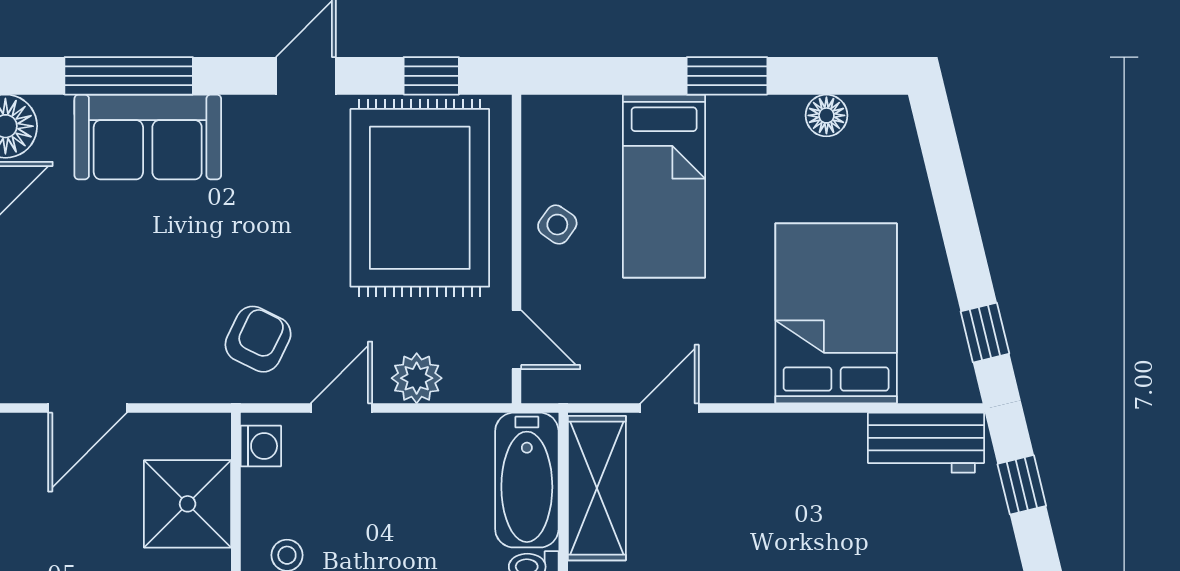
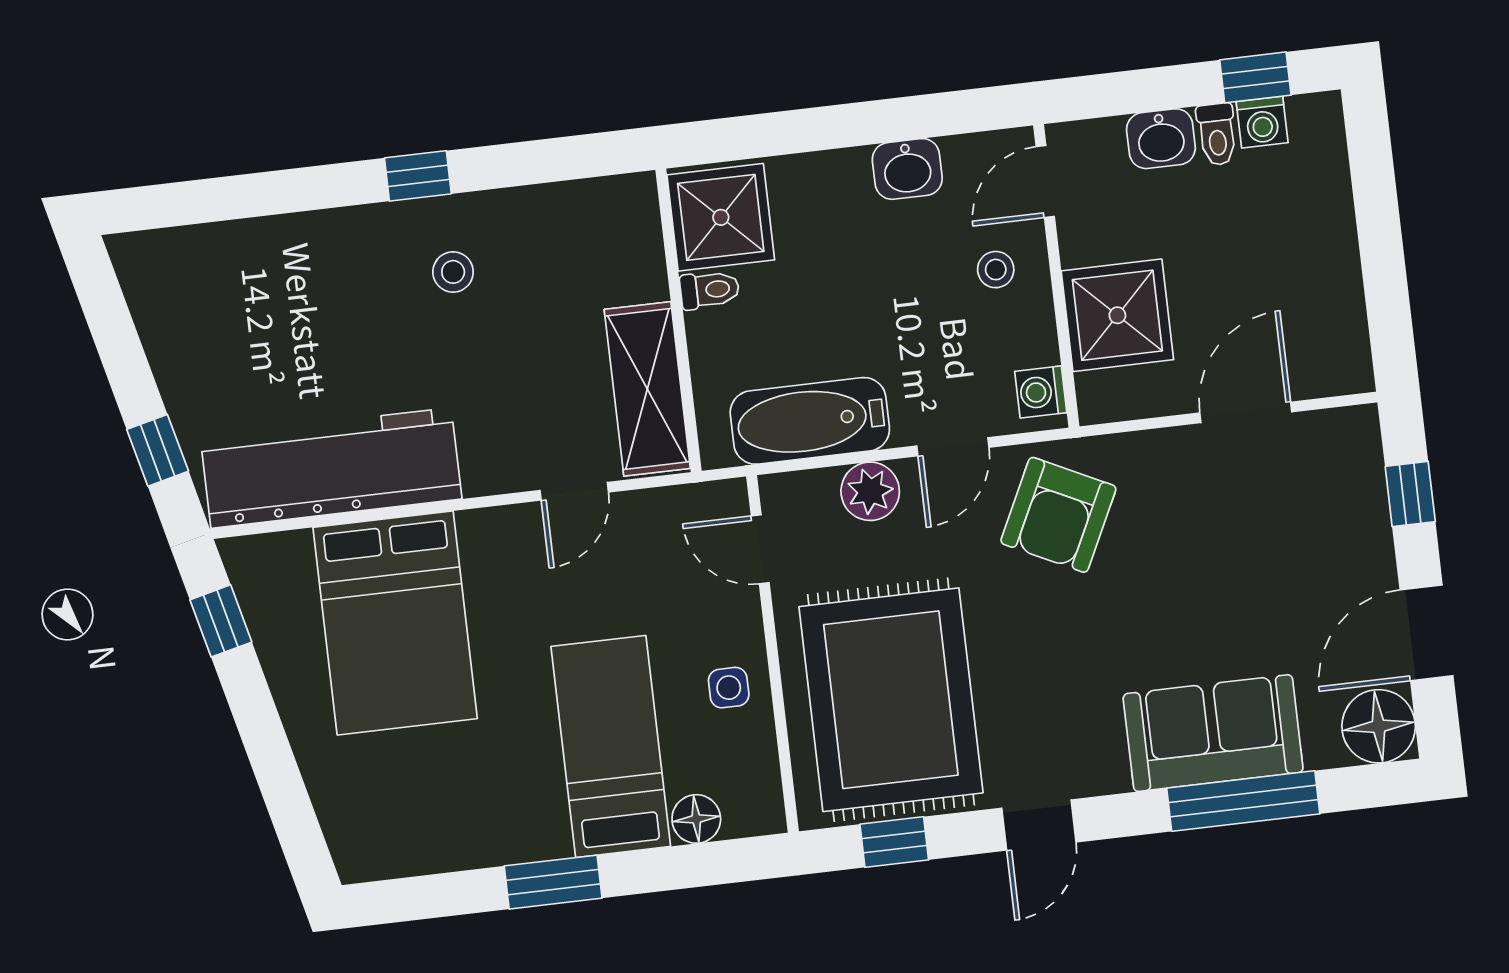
floor lamp: (826, 115) -> (696, 819), moved
side table: (557, 225) -> (729, 688), turned -35
armchair: (258, 339) -> (1058, 515), width x1.38, depth x1.38
workbench: (926, 443) -> (331, 468), width x1.88, depth x1.32
bathtub: (527, 480) -> (810, 421), moved, turned -90

